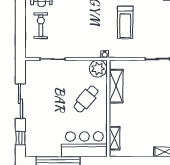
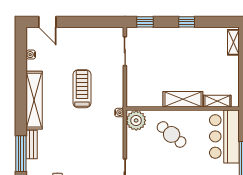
treadmill: (125, 22) -> (82, 89), turned -90
shelving: (116, 86) -> (183, 99), moved

